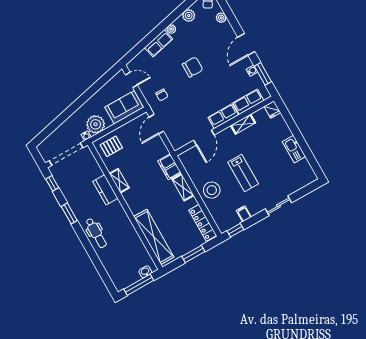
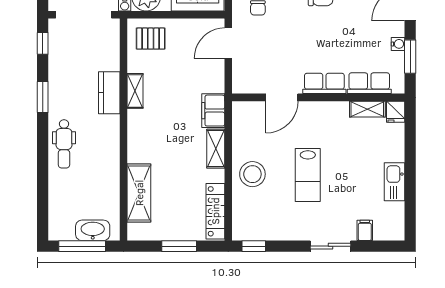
shelving: (243, 124) -> (367, 109), moved
filing cabinet: (244, 214) -> (365, 230), moved
shelving: (154, 237) -> (139, 193), width x0.68
washbasin: (145, 272) -> (93, 230), width x1.91, depth x1.45

